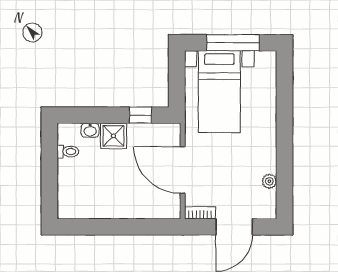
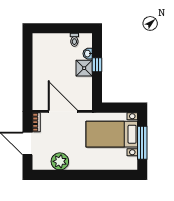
window: (140, 115) -> (97, 65), moved
door: (183, 170) -> (63, 111), hinge flipped
plant: (269, 181) -> (60, 161), width x1.87, depth x1.87

